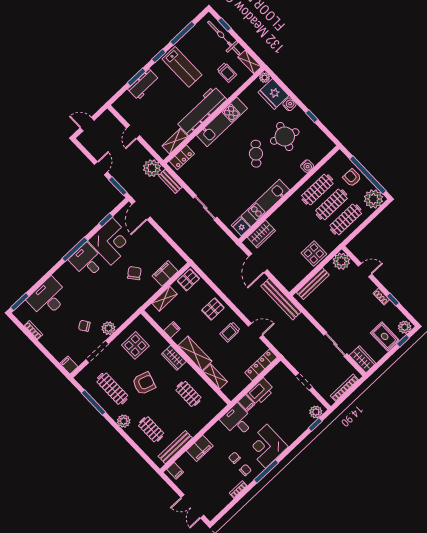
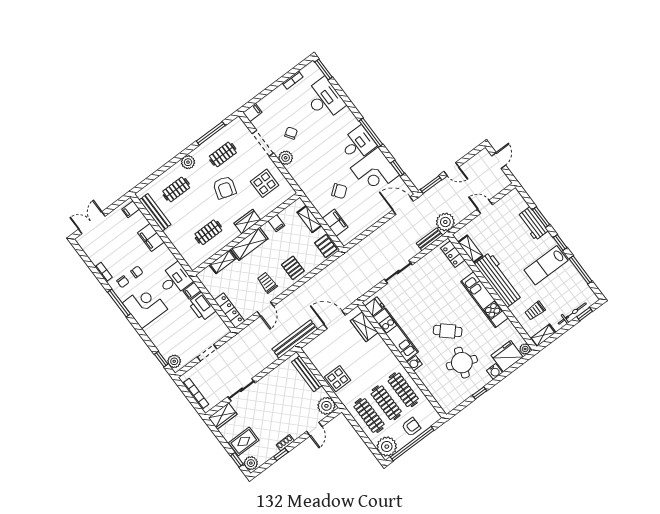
bicycle: (224, 38) -> (572, 314), width x0.73, depth x0.71
water cooler: (307, 166) -> (415, 363), moved
clothes rail: (112, 389) -> (223, 154), width x0.73

